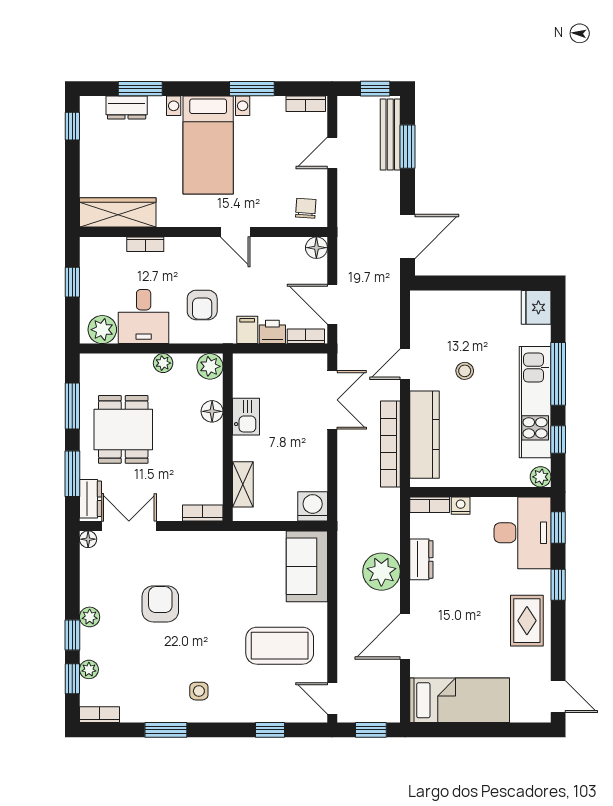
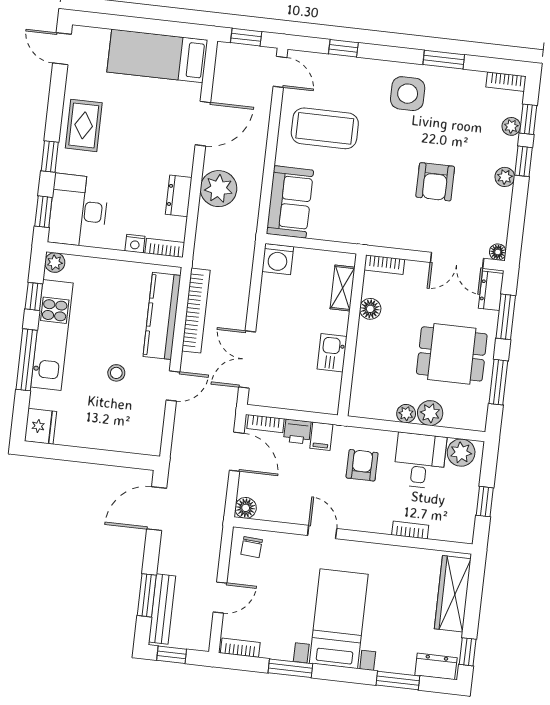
dresser: (127, 108) -> (436, 666), moved
wardrobe: (118, 212) -> (453, 594), moved, turned 90
plant: (210, 366) -> (430, 413), moved
floor lamp: (212, 411) -> (370, 309), moved
dining table: (123, 429) -> (452, 354), turned 90
side table: (199, 691) -> (408, 94), width x1.87, depth x1.87

